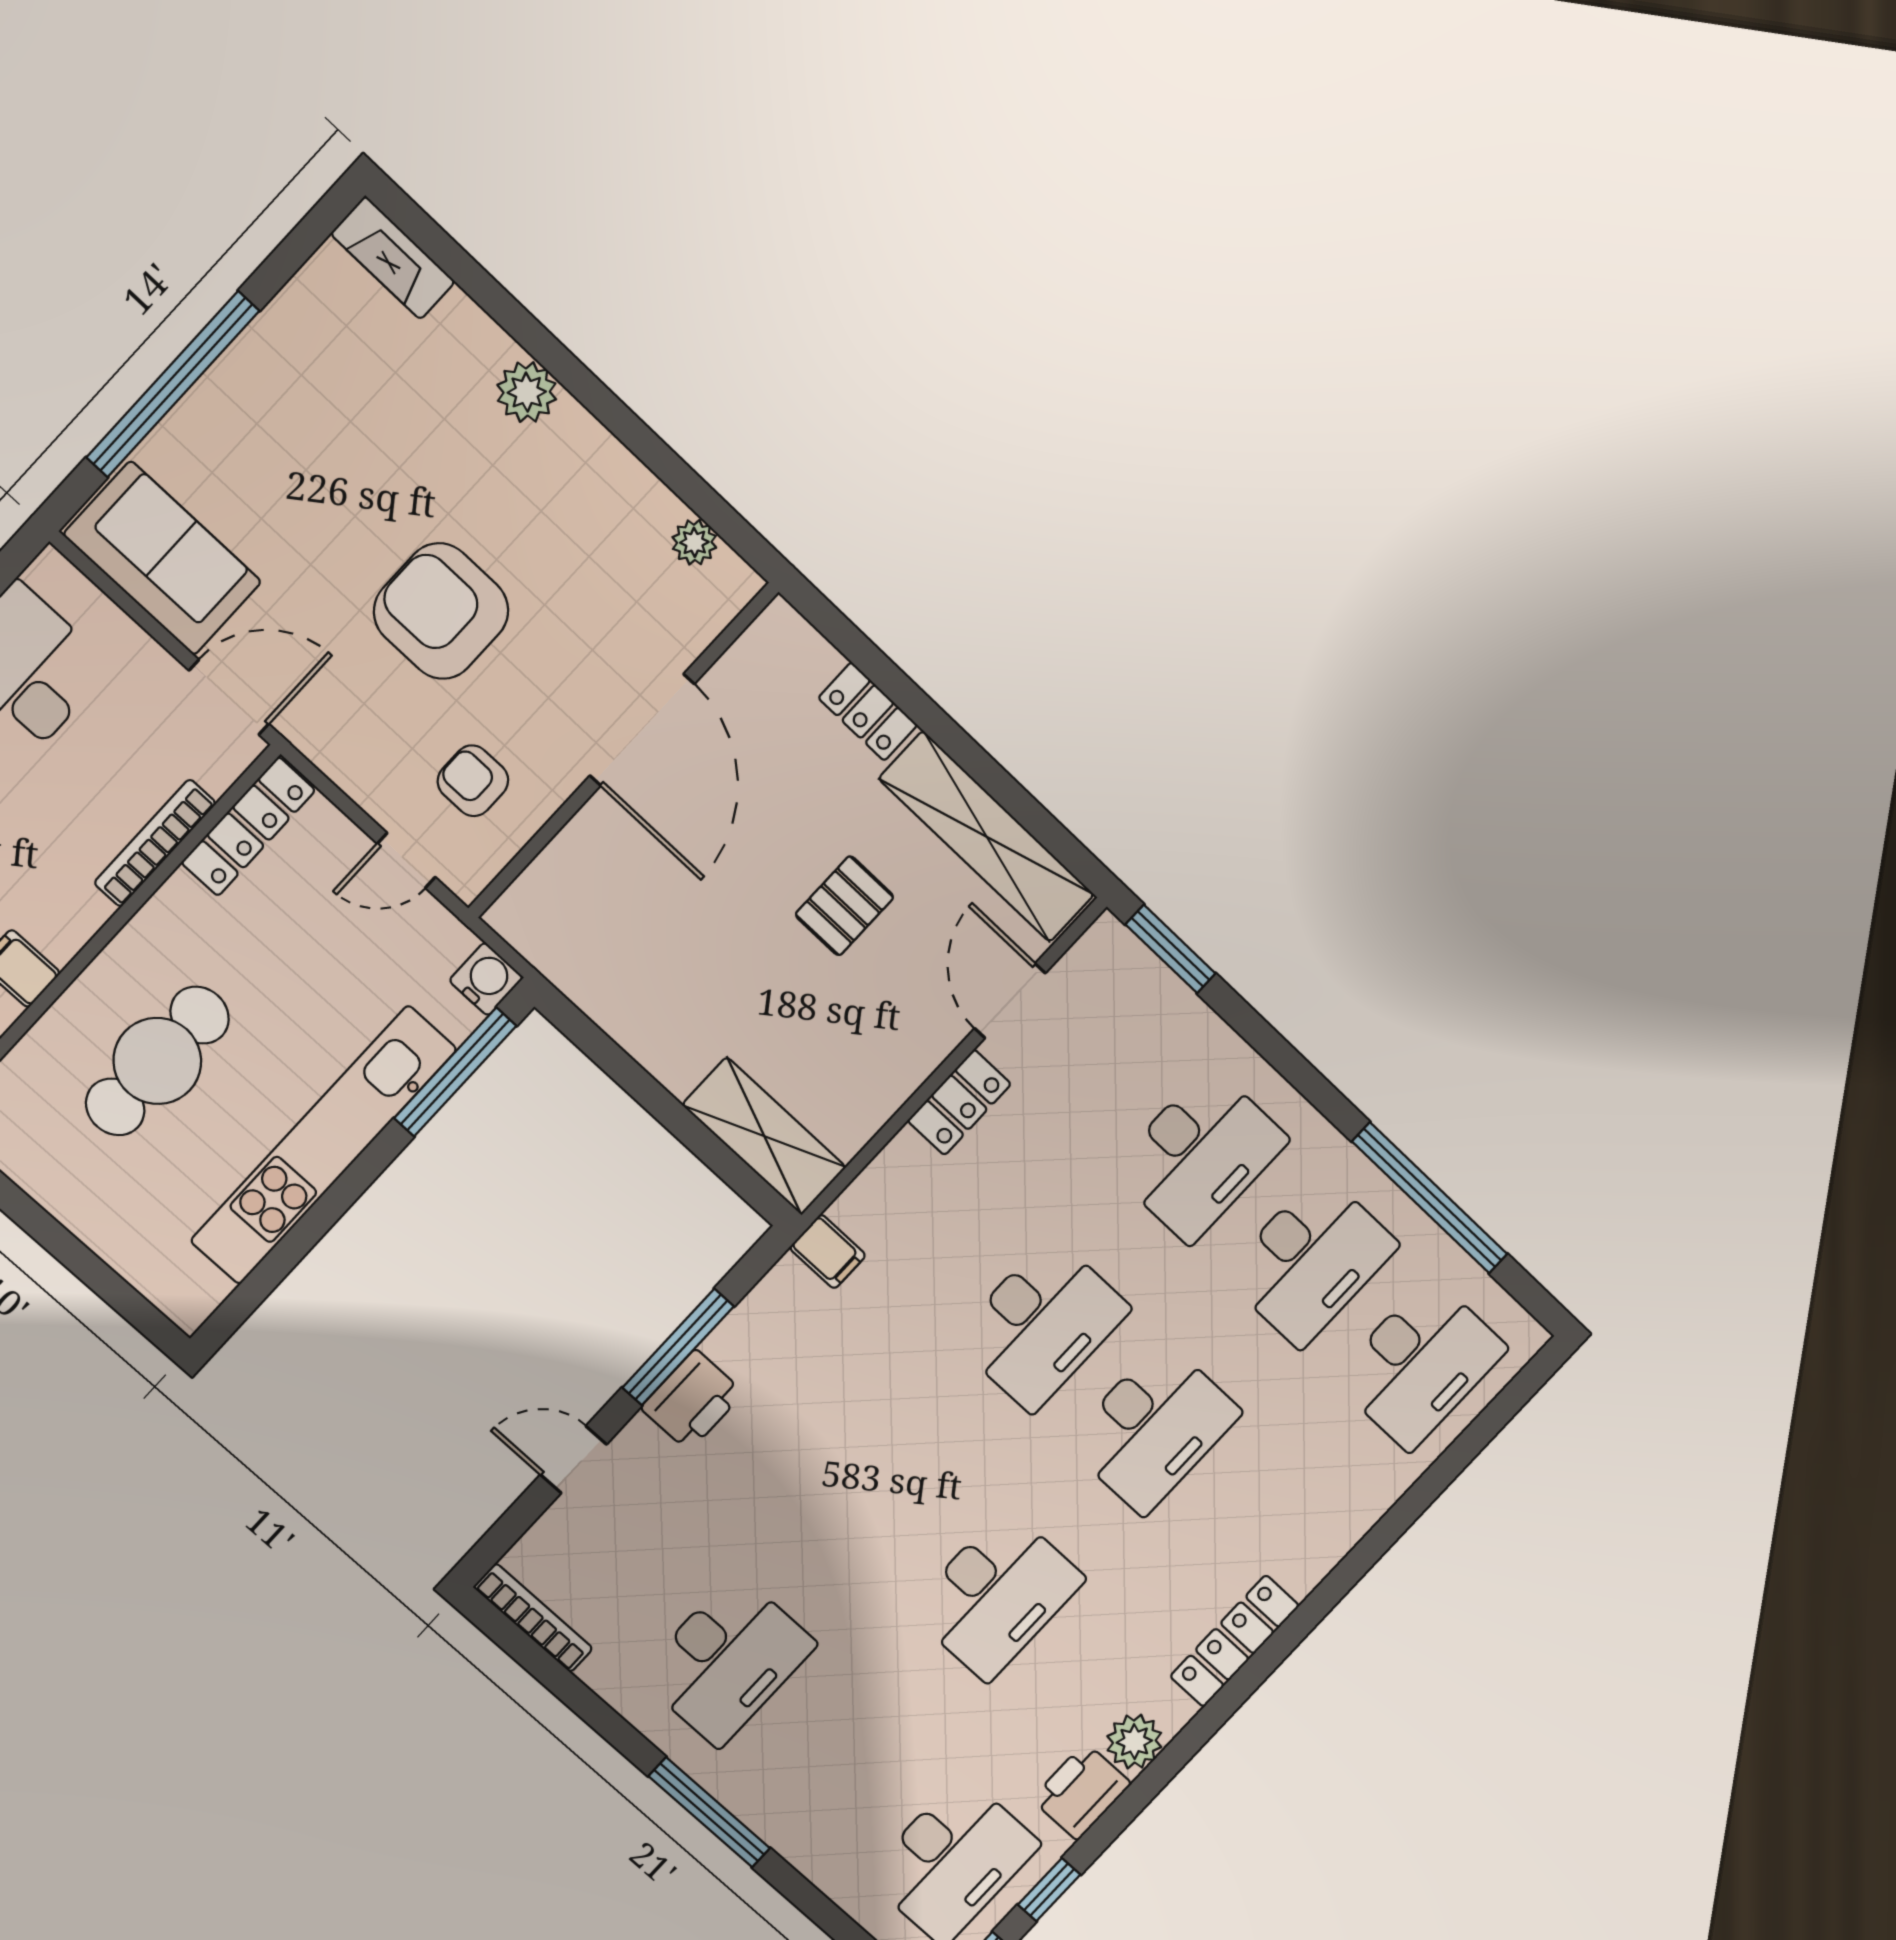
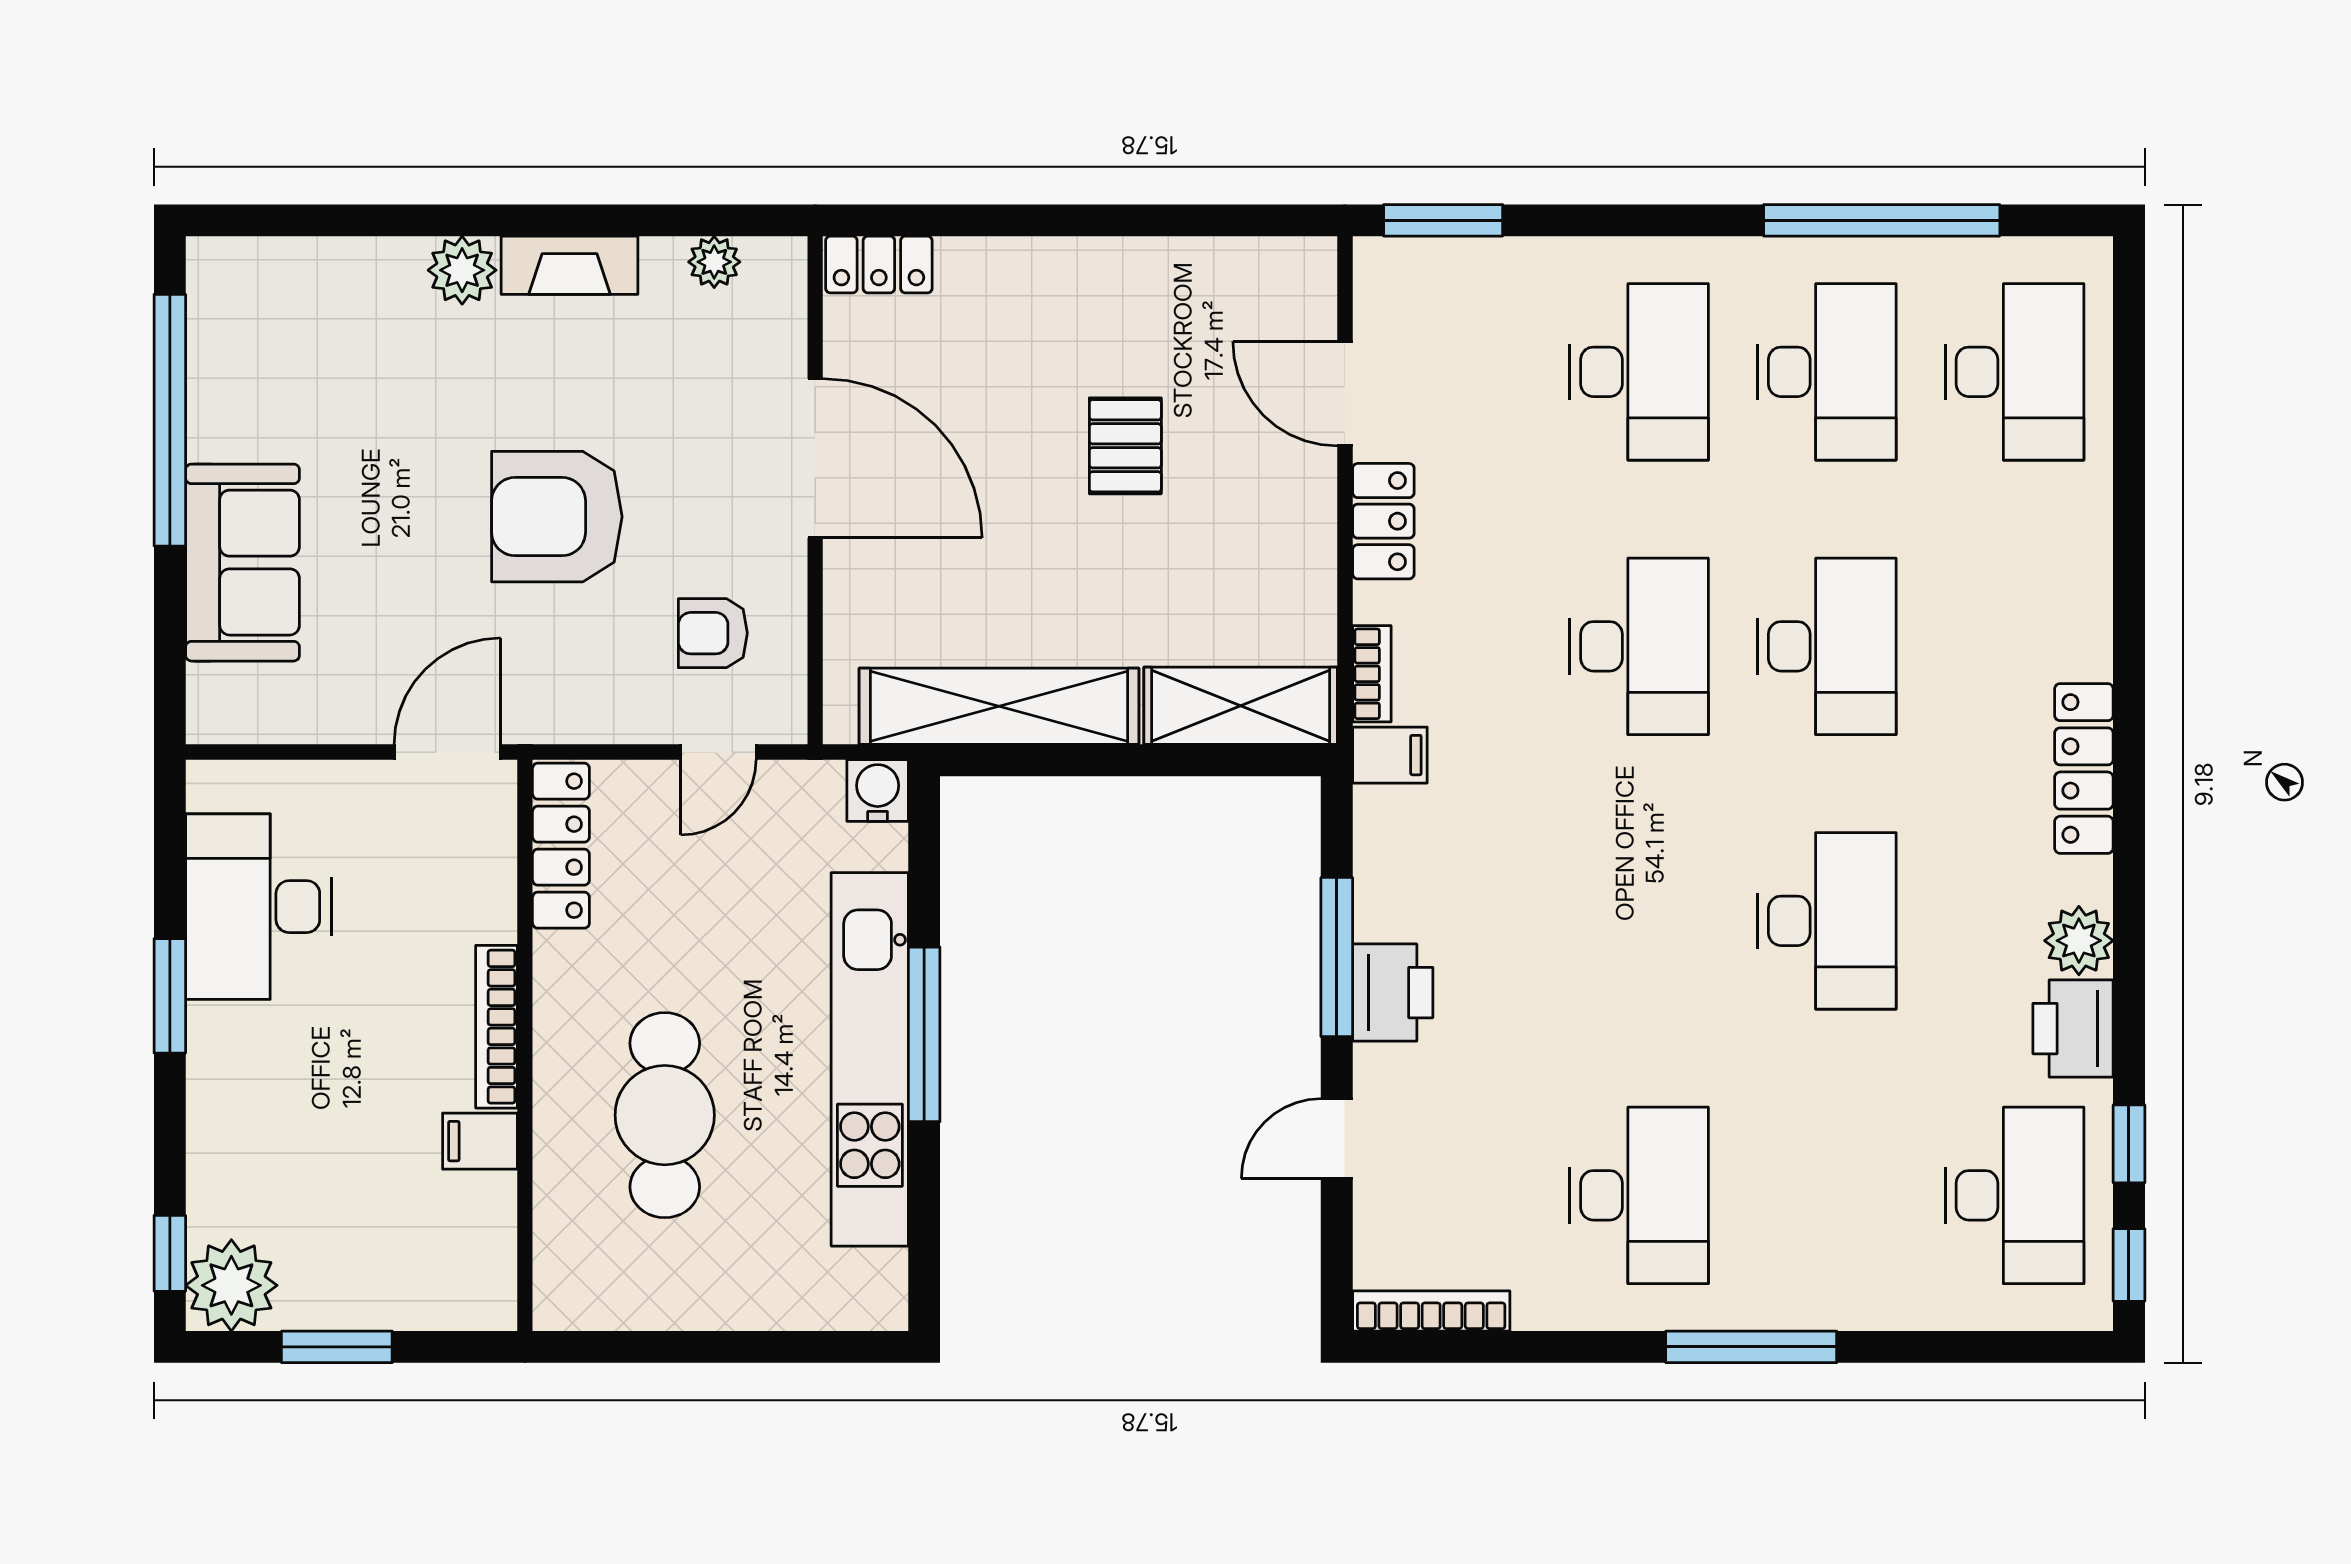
fireplace: (393, 258) -> (570, 265), moved
window: (173, 384) -> (170, 420), moved
sofa: (162, 558) -> (243, 563), moved, turned 90
locker: (868, 711) -> (879, 264), moved
shelving: (987, 837) -> (999, 706), moved
bookcase: (155, 843) -> (497, 1027), moved
window: (455, 1072) -> (924, 1034), moved
bookcase: (864, 1191) -> (1372, 674), added

